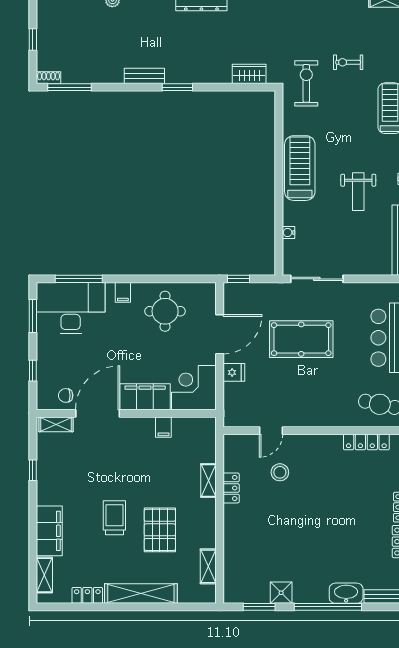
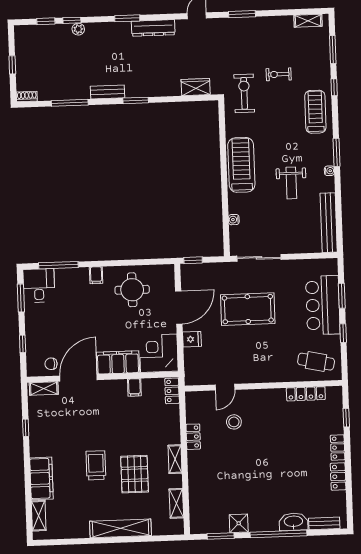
window: (69, 87) -> (70, 103), moved
desk: (71, 308) -> (39, 286), width x0.53, depth x0.77
shelving: (208, 481) -> (175, 459), moved
locker: (87, 595) -> (172, 391), moved, turned -90

